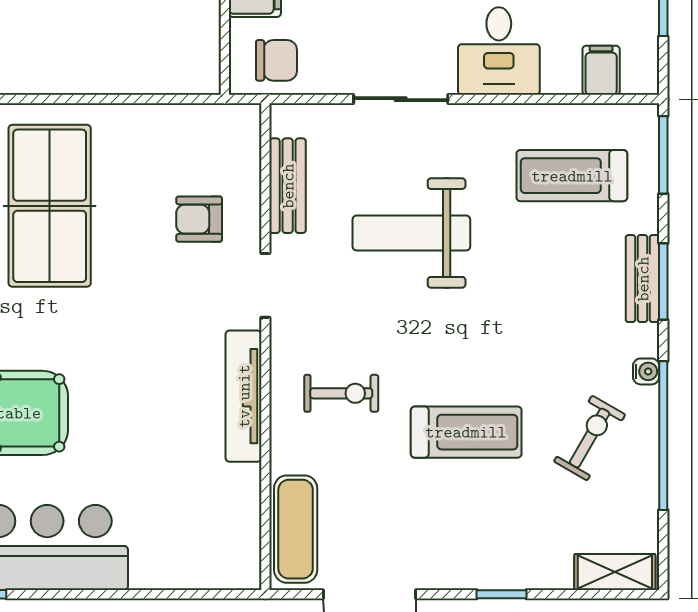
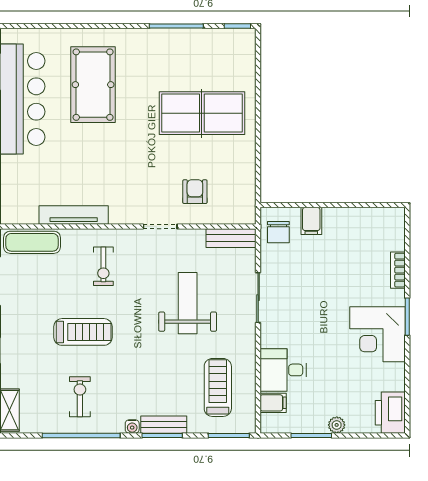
desk: (499, 51) -> (283, 370), moved
bench: (288, 186) -> (231, 238), moved
water cooler: (646, 371) -> (132, 426), moved
tv unit: (244, 396) -> (74, 215), moved
treadmill: (466, 432) -> (83, 332), turned -90
exercise bike: (590, 438) -> (80, 397), turned -120

